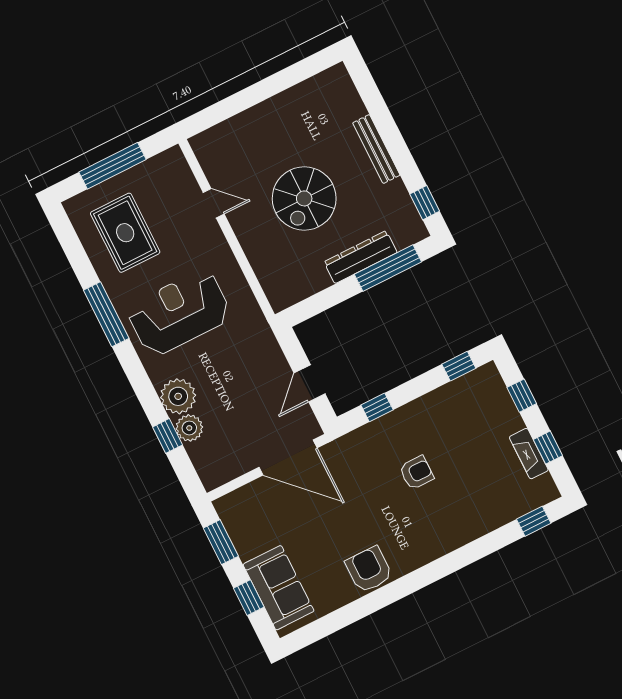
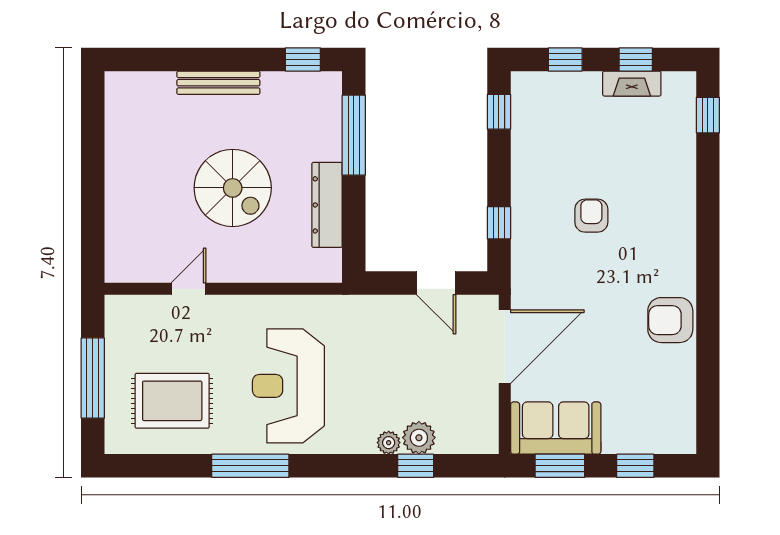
dresser: (361, 257) -> (327, 205), moved
plant: (178, 396) -> (389, 443), width x0.53, depth x0.53
sofa: (279, 588) -> (556, 428), moved

